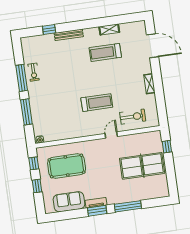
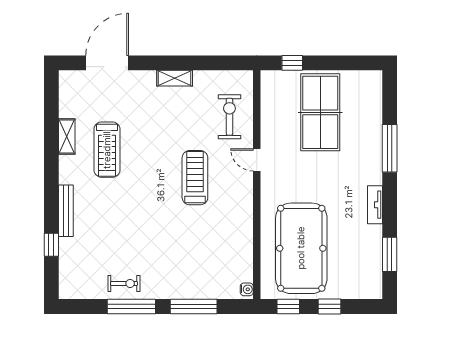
pool table: (67, 166) -> (301, 248), width x1.36, depth x1.32
sofa: (69, 202) -> (366, 253), removed
window: (97, 211) -> (390, 254), moved

